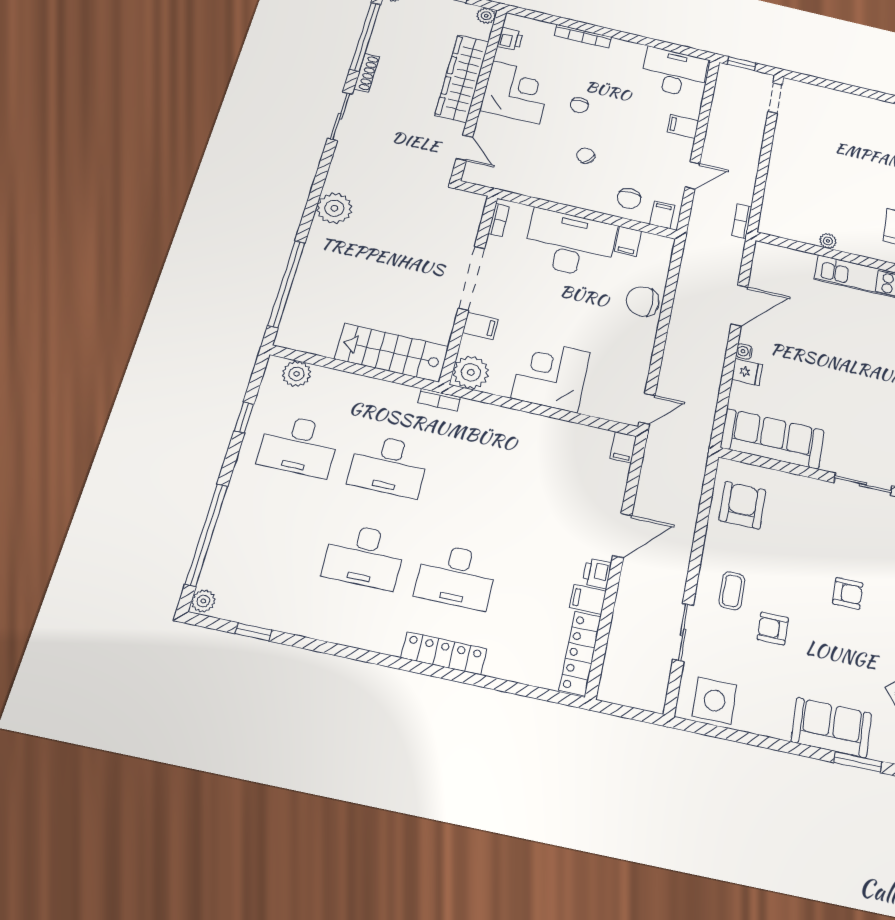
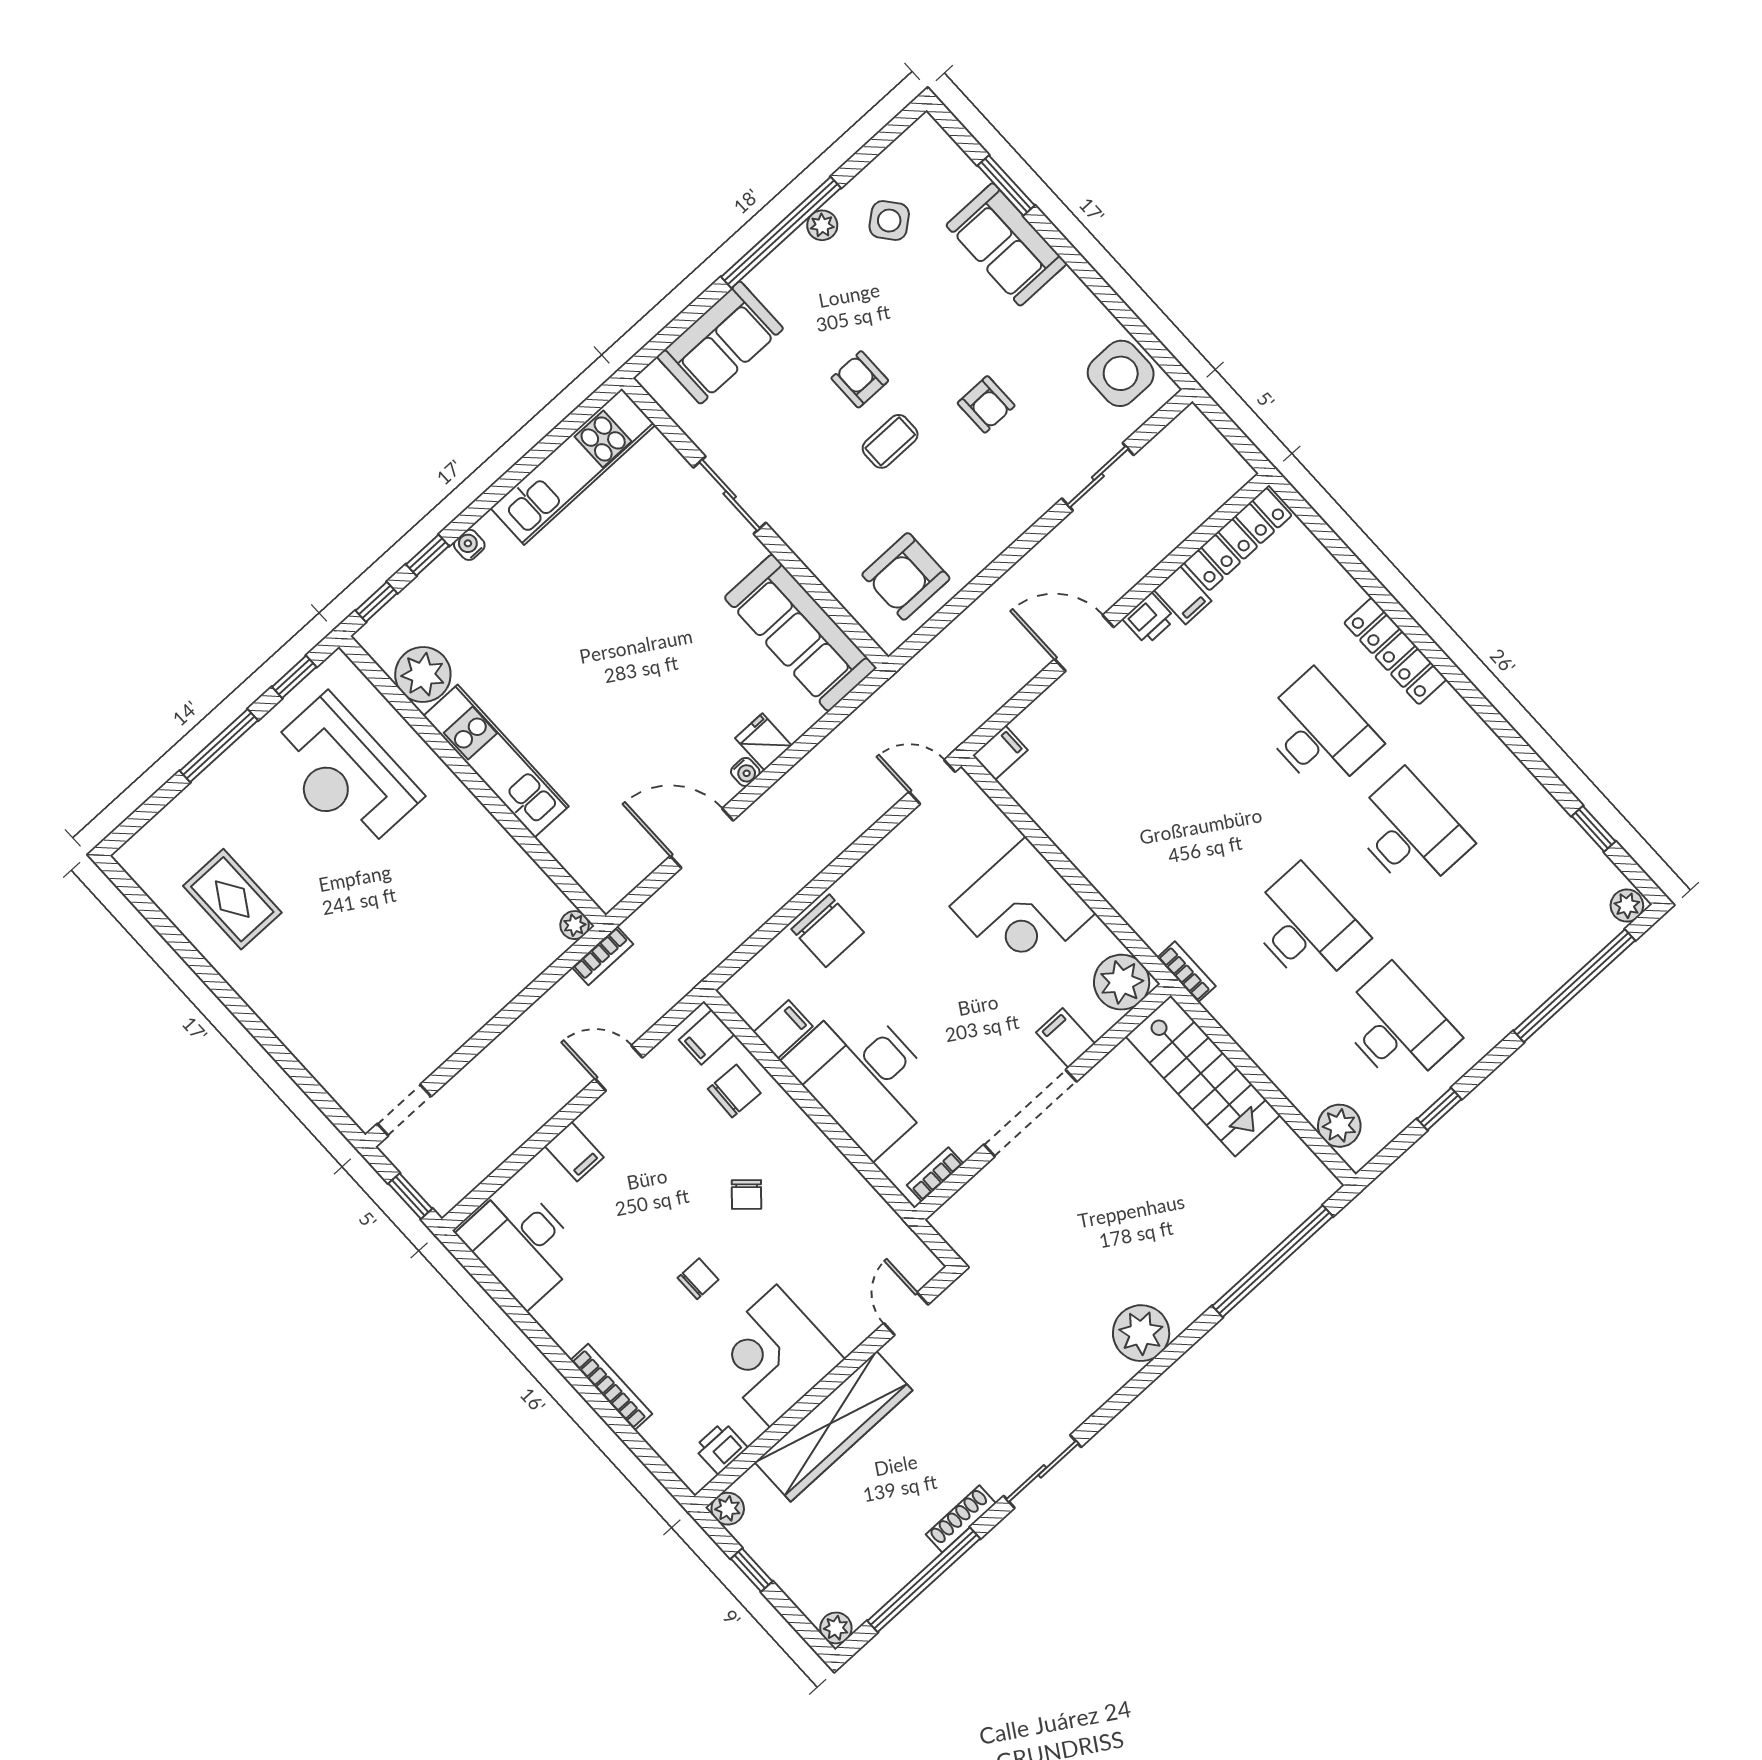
plant: (828, 241) -> (575, 925), moved
coffee table: (732, 591) -> (890, 441), moved

